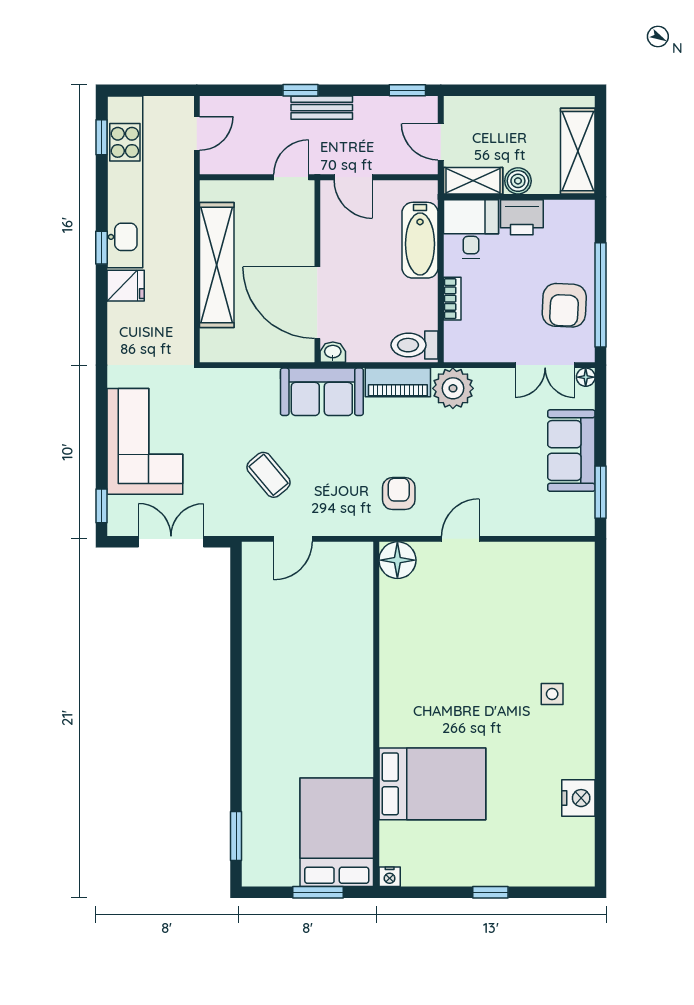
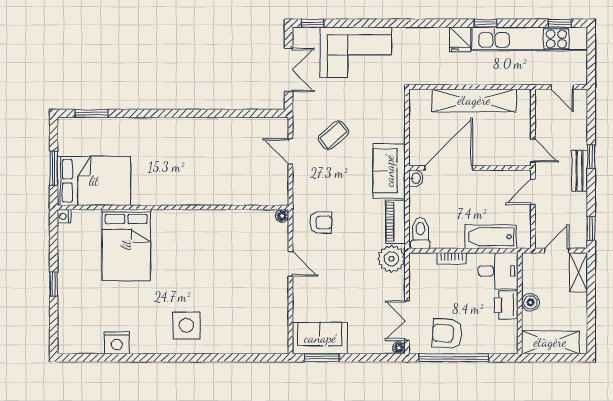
shelving: (473, 181) -> (578, 272), moved
sofa: (571, 451) -> (320, 338), moved
floor lamp: (397, 560) -> (282, 216), width x0.53, depth x0.53
side table: (552, 694) -> (187, 325), width x1.87, depth x1.87

